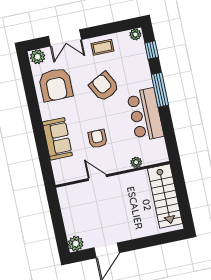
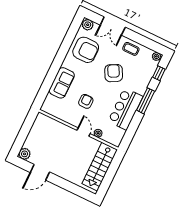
armchair: (56, 85) -> (86, 50), turned -90
door: (97, 178) -> (83, 132), moved

